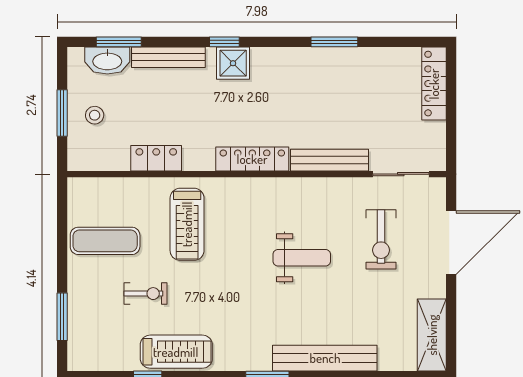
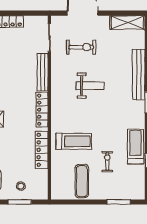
locker: (156, 158) -> (42, 150), width x1.53
weight bench: (302, 258) -> (90, 86), turned 90

